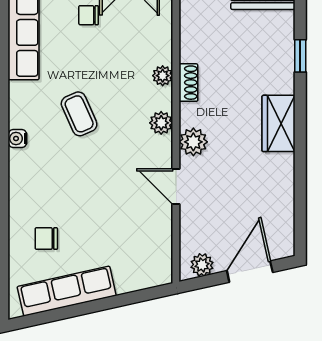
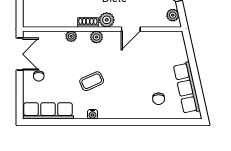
shoe rack: (188, 83) -> (88, 22), moved
water cooler: (17, 139) -> (92, 114), moved

